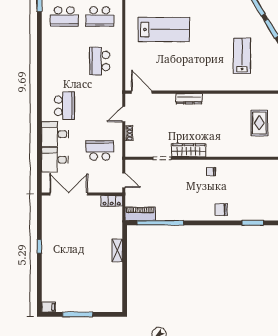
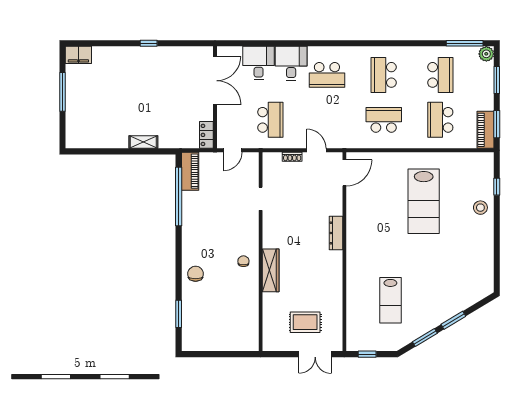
school desk: (64, 16) -> (440, 75), turned 180
lab bench: (242, 56) -> (390, 300), turned 90
school desk: (64, 61) -> (384, 75), added
wardrobe: (189, 150) -> (271, 270), moved
filing cabinet: (49, 307) -> (78, 55), width x2.00

